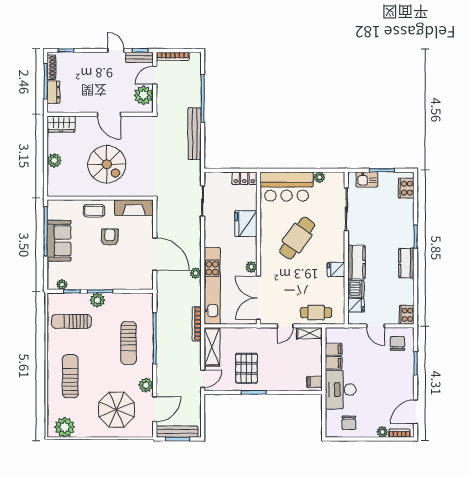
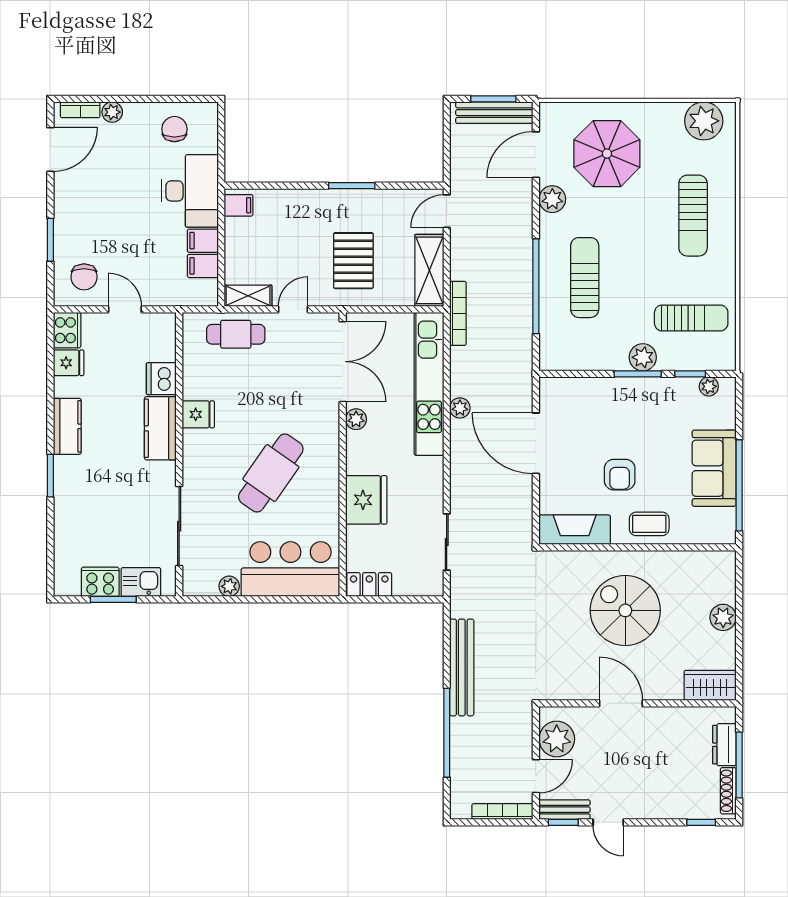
cooker: (406, 188) -> (100, 582), moved, turned -90
fridge: (356, 305) -> (69, 363), moved, turned 180
pallet: (247, 368) -> (353, 261), moved

